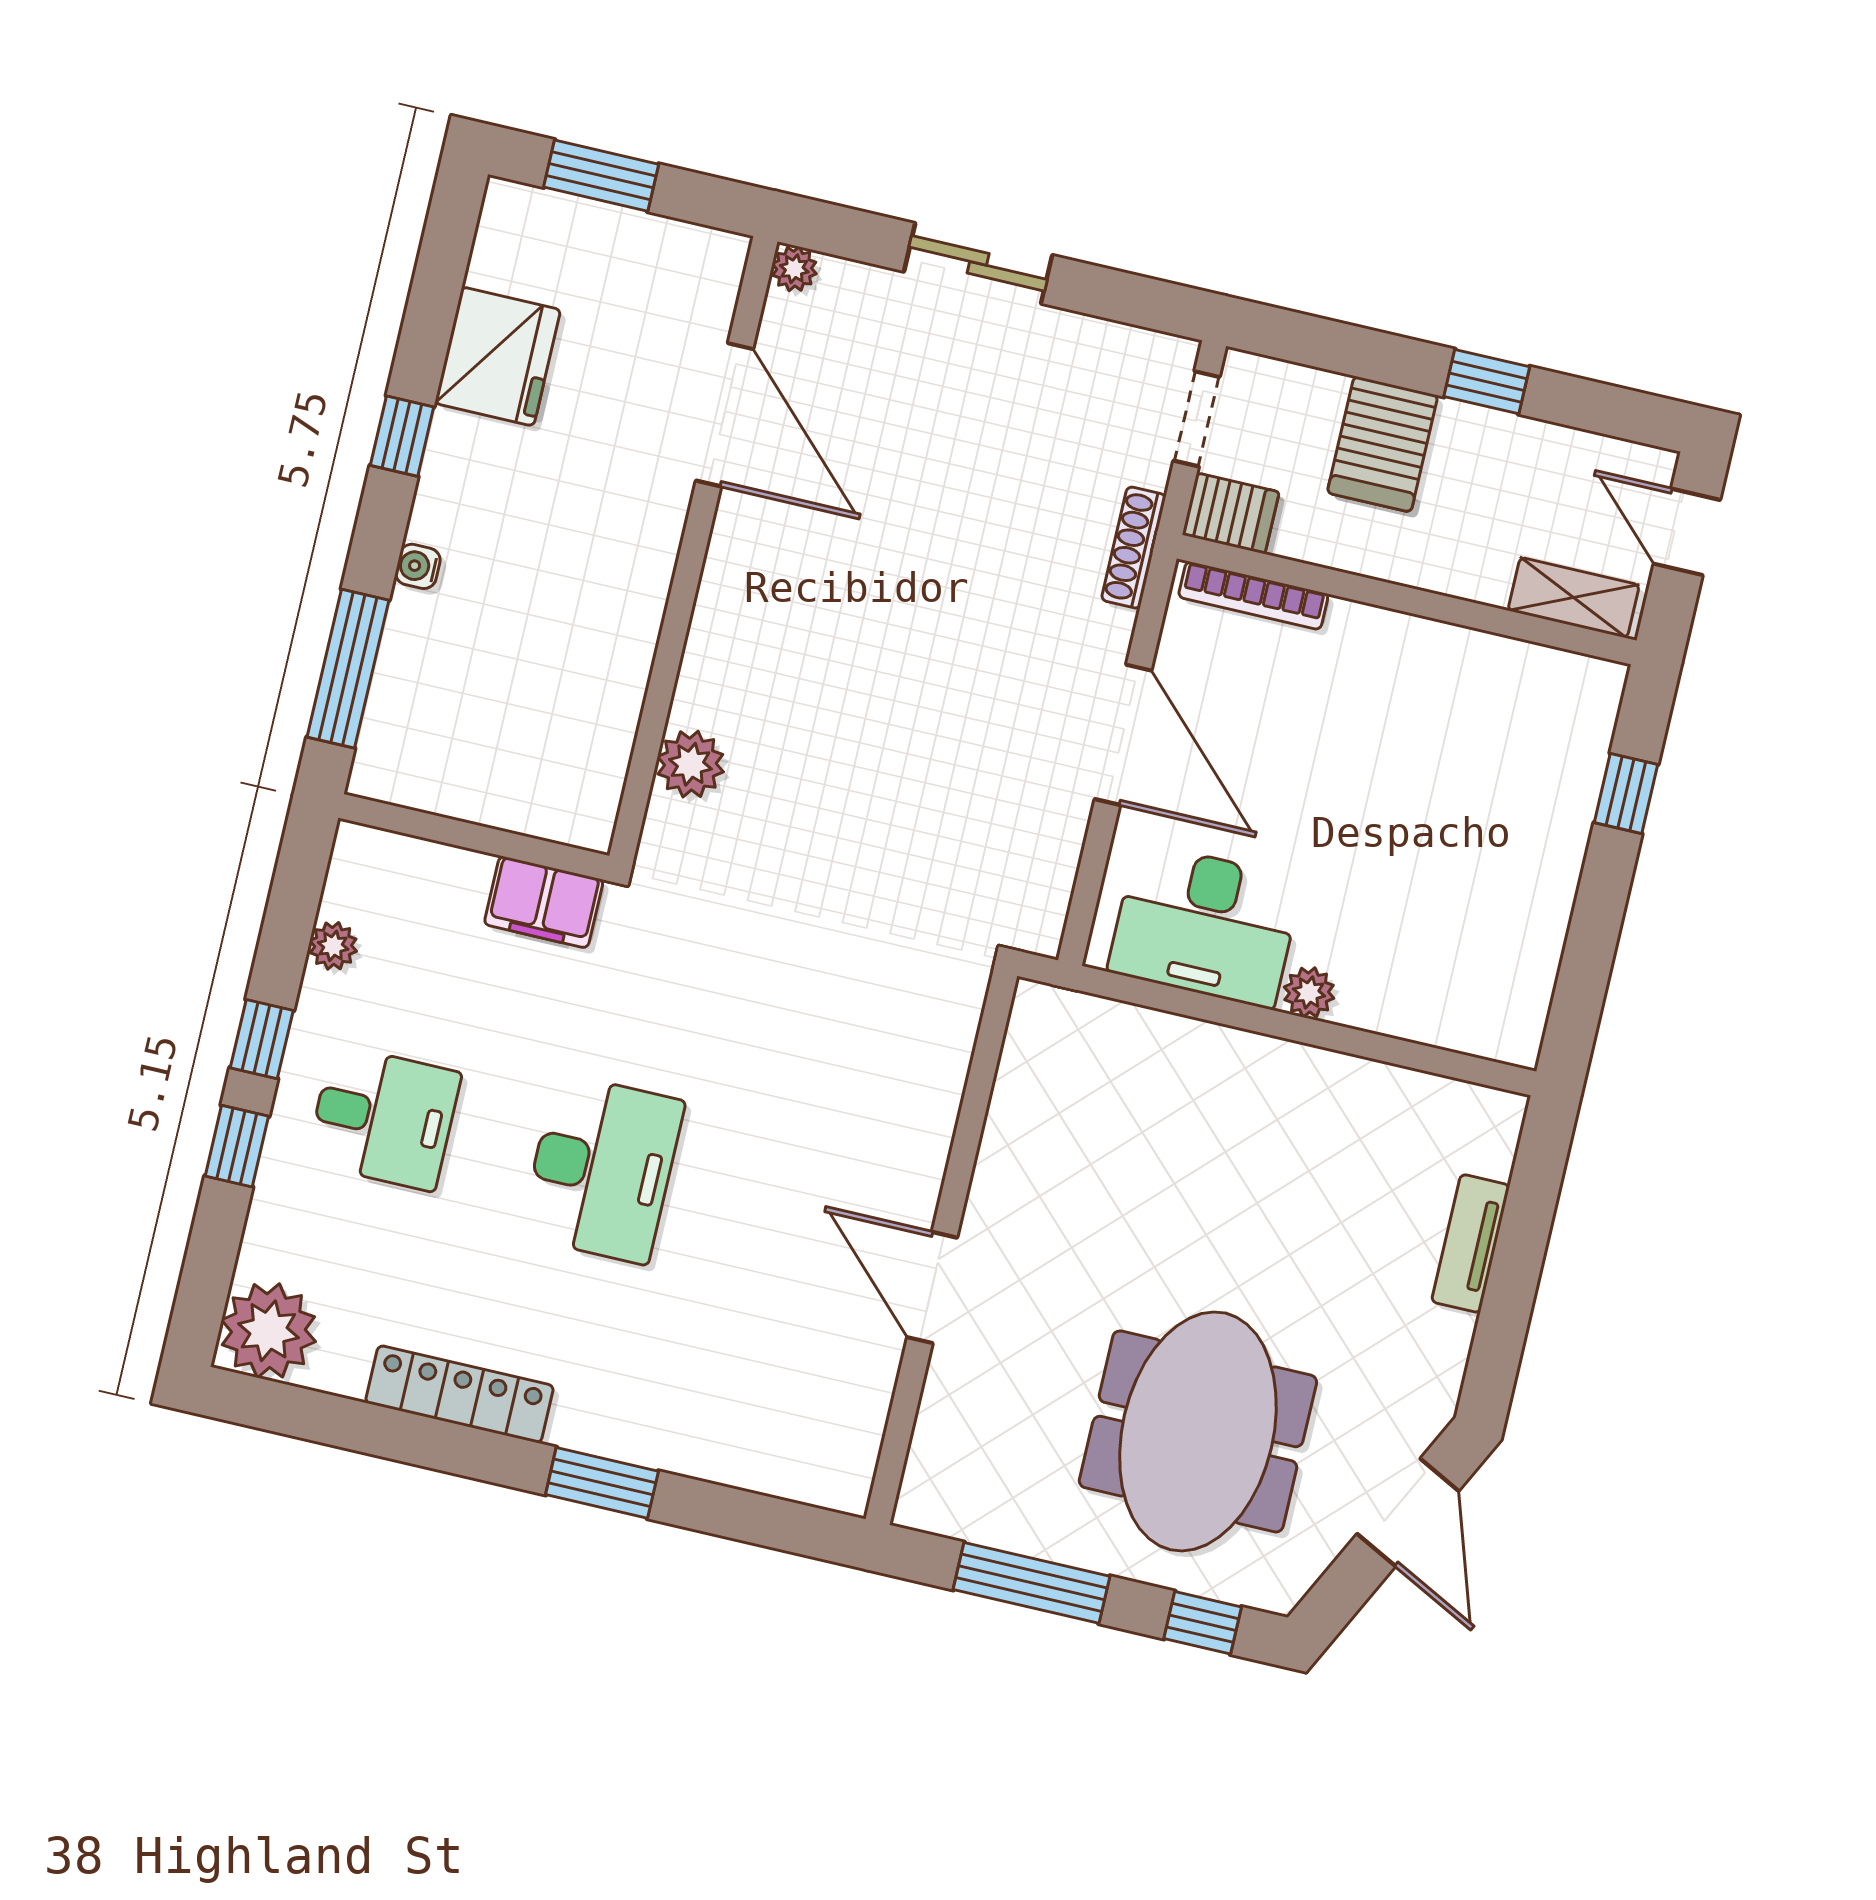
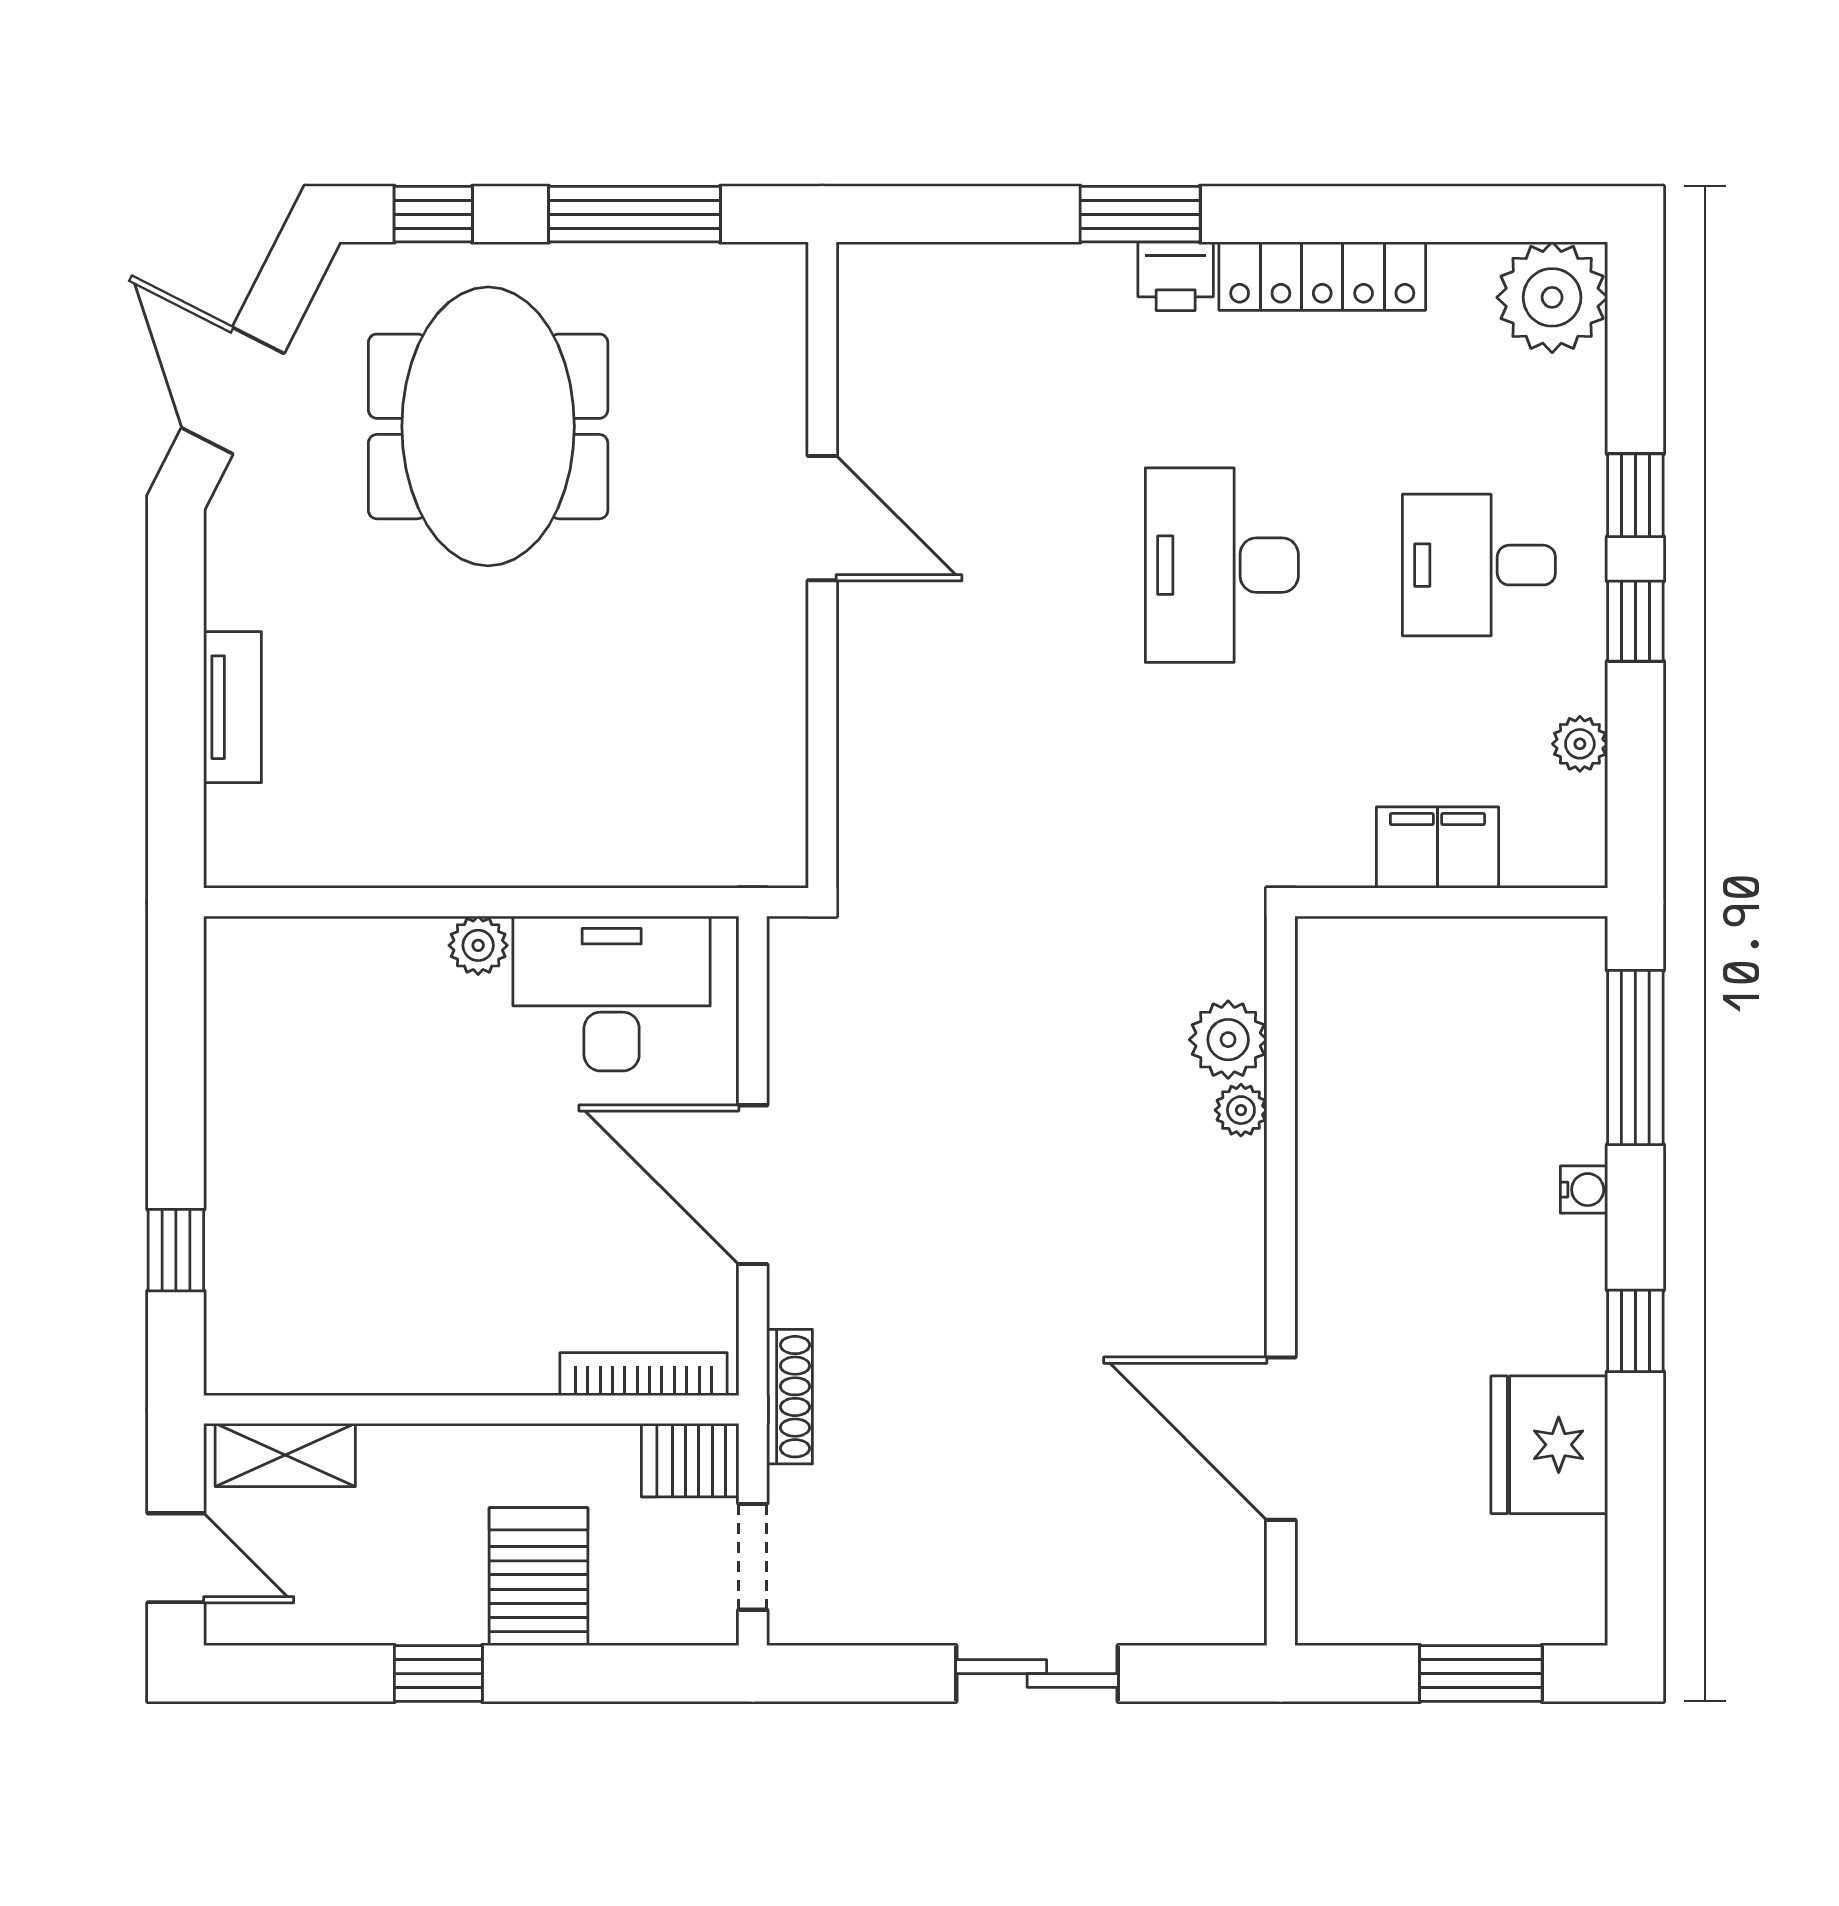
plant: (794, 269) -> (1241, 1110), moved
filing cabinet: (544, 902) -> (1437, 848), moved
printer: (584, 1423) -> (1176, 276), added

